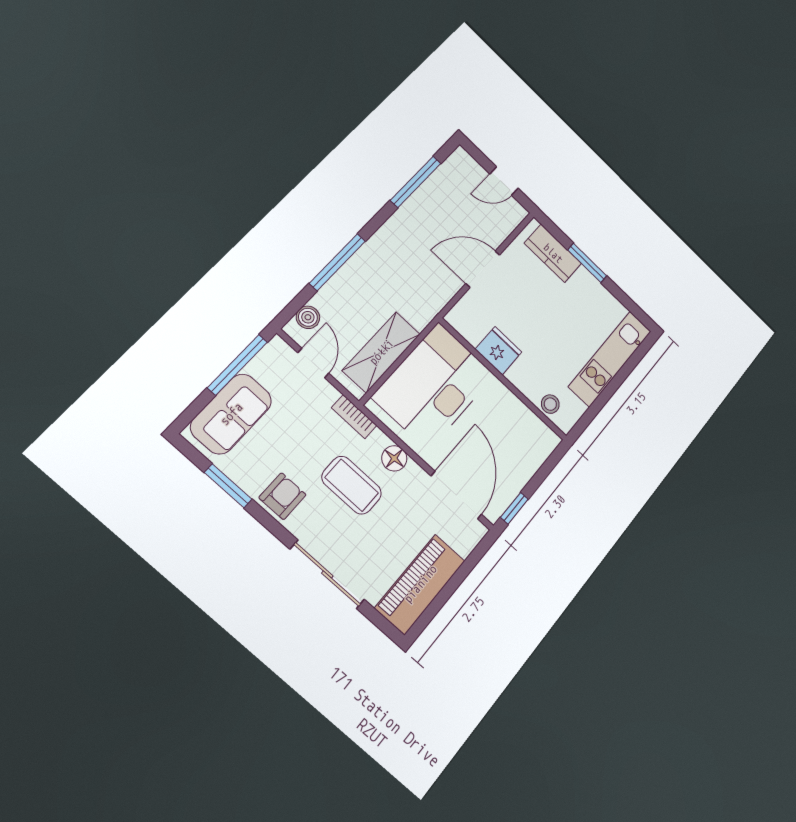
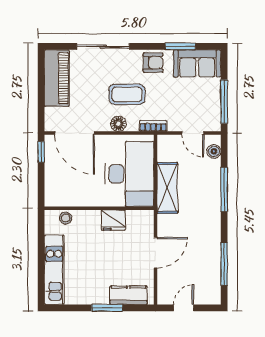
shelving: (381, 352) -> (167, 188), moved
sofa: (231, 414) -> (197, 63), moved, turned -90
armchair: (282, 496) -> (153, 63), turned -90

